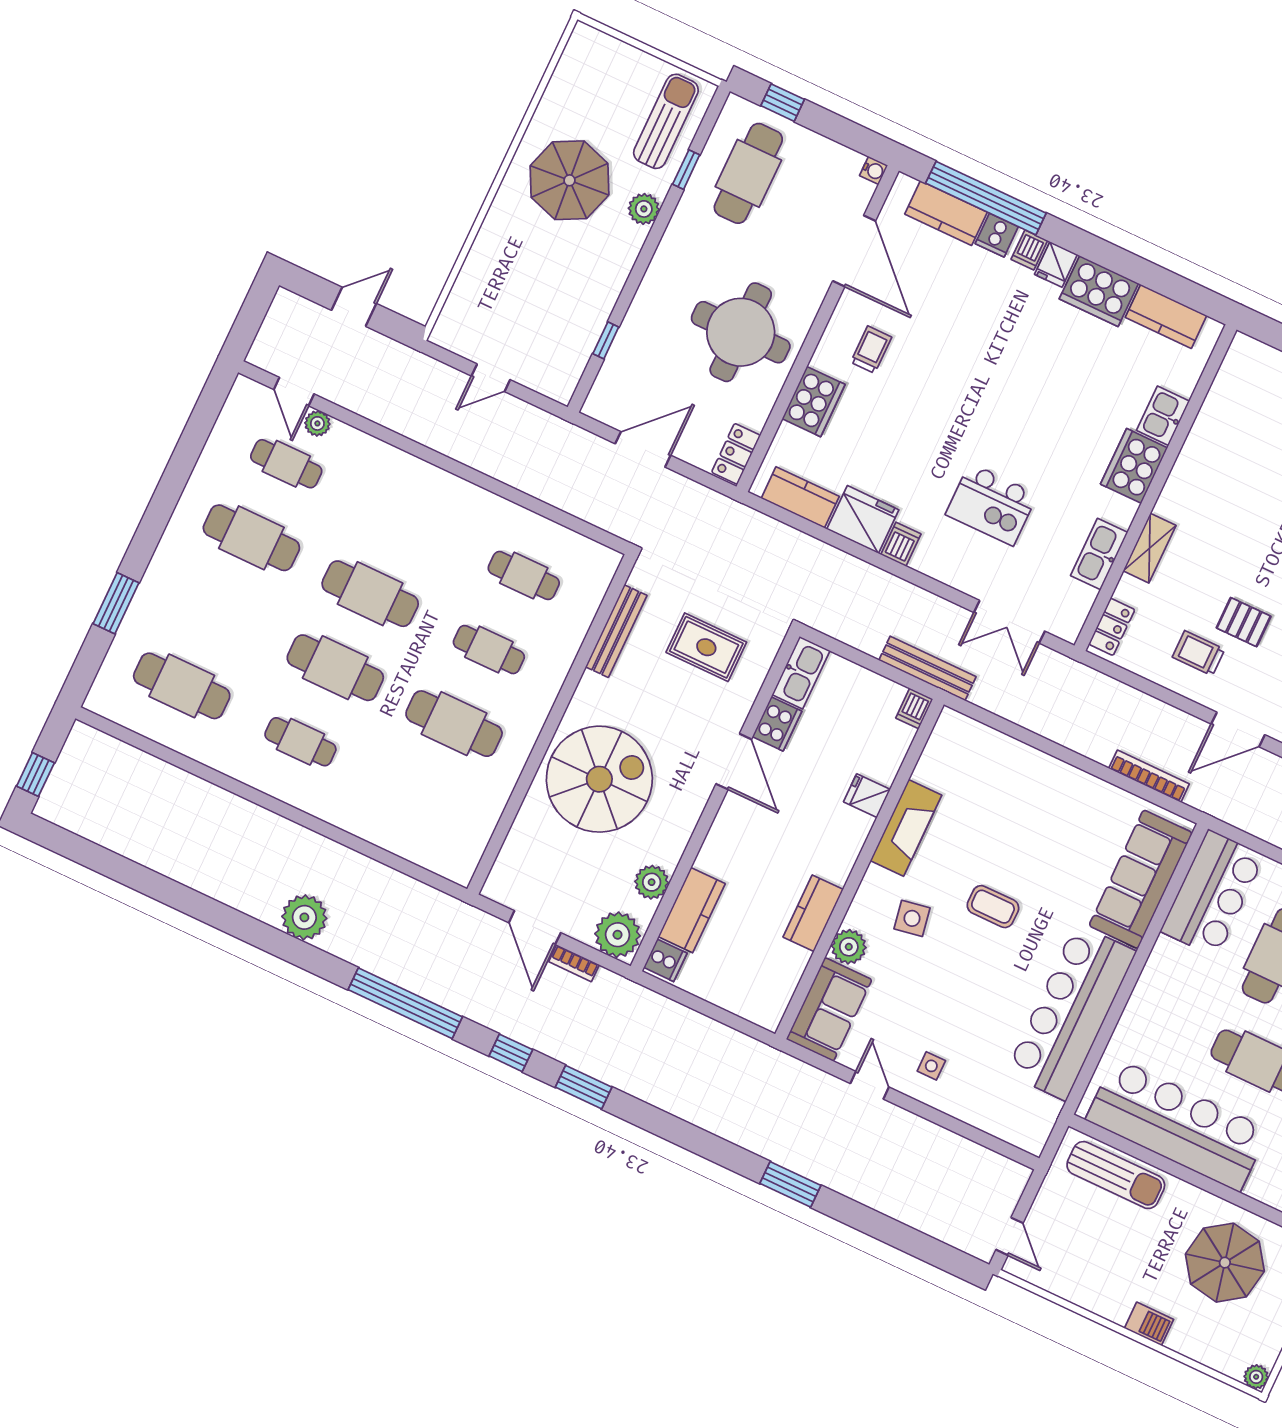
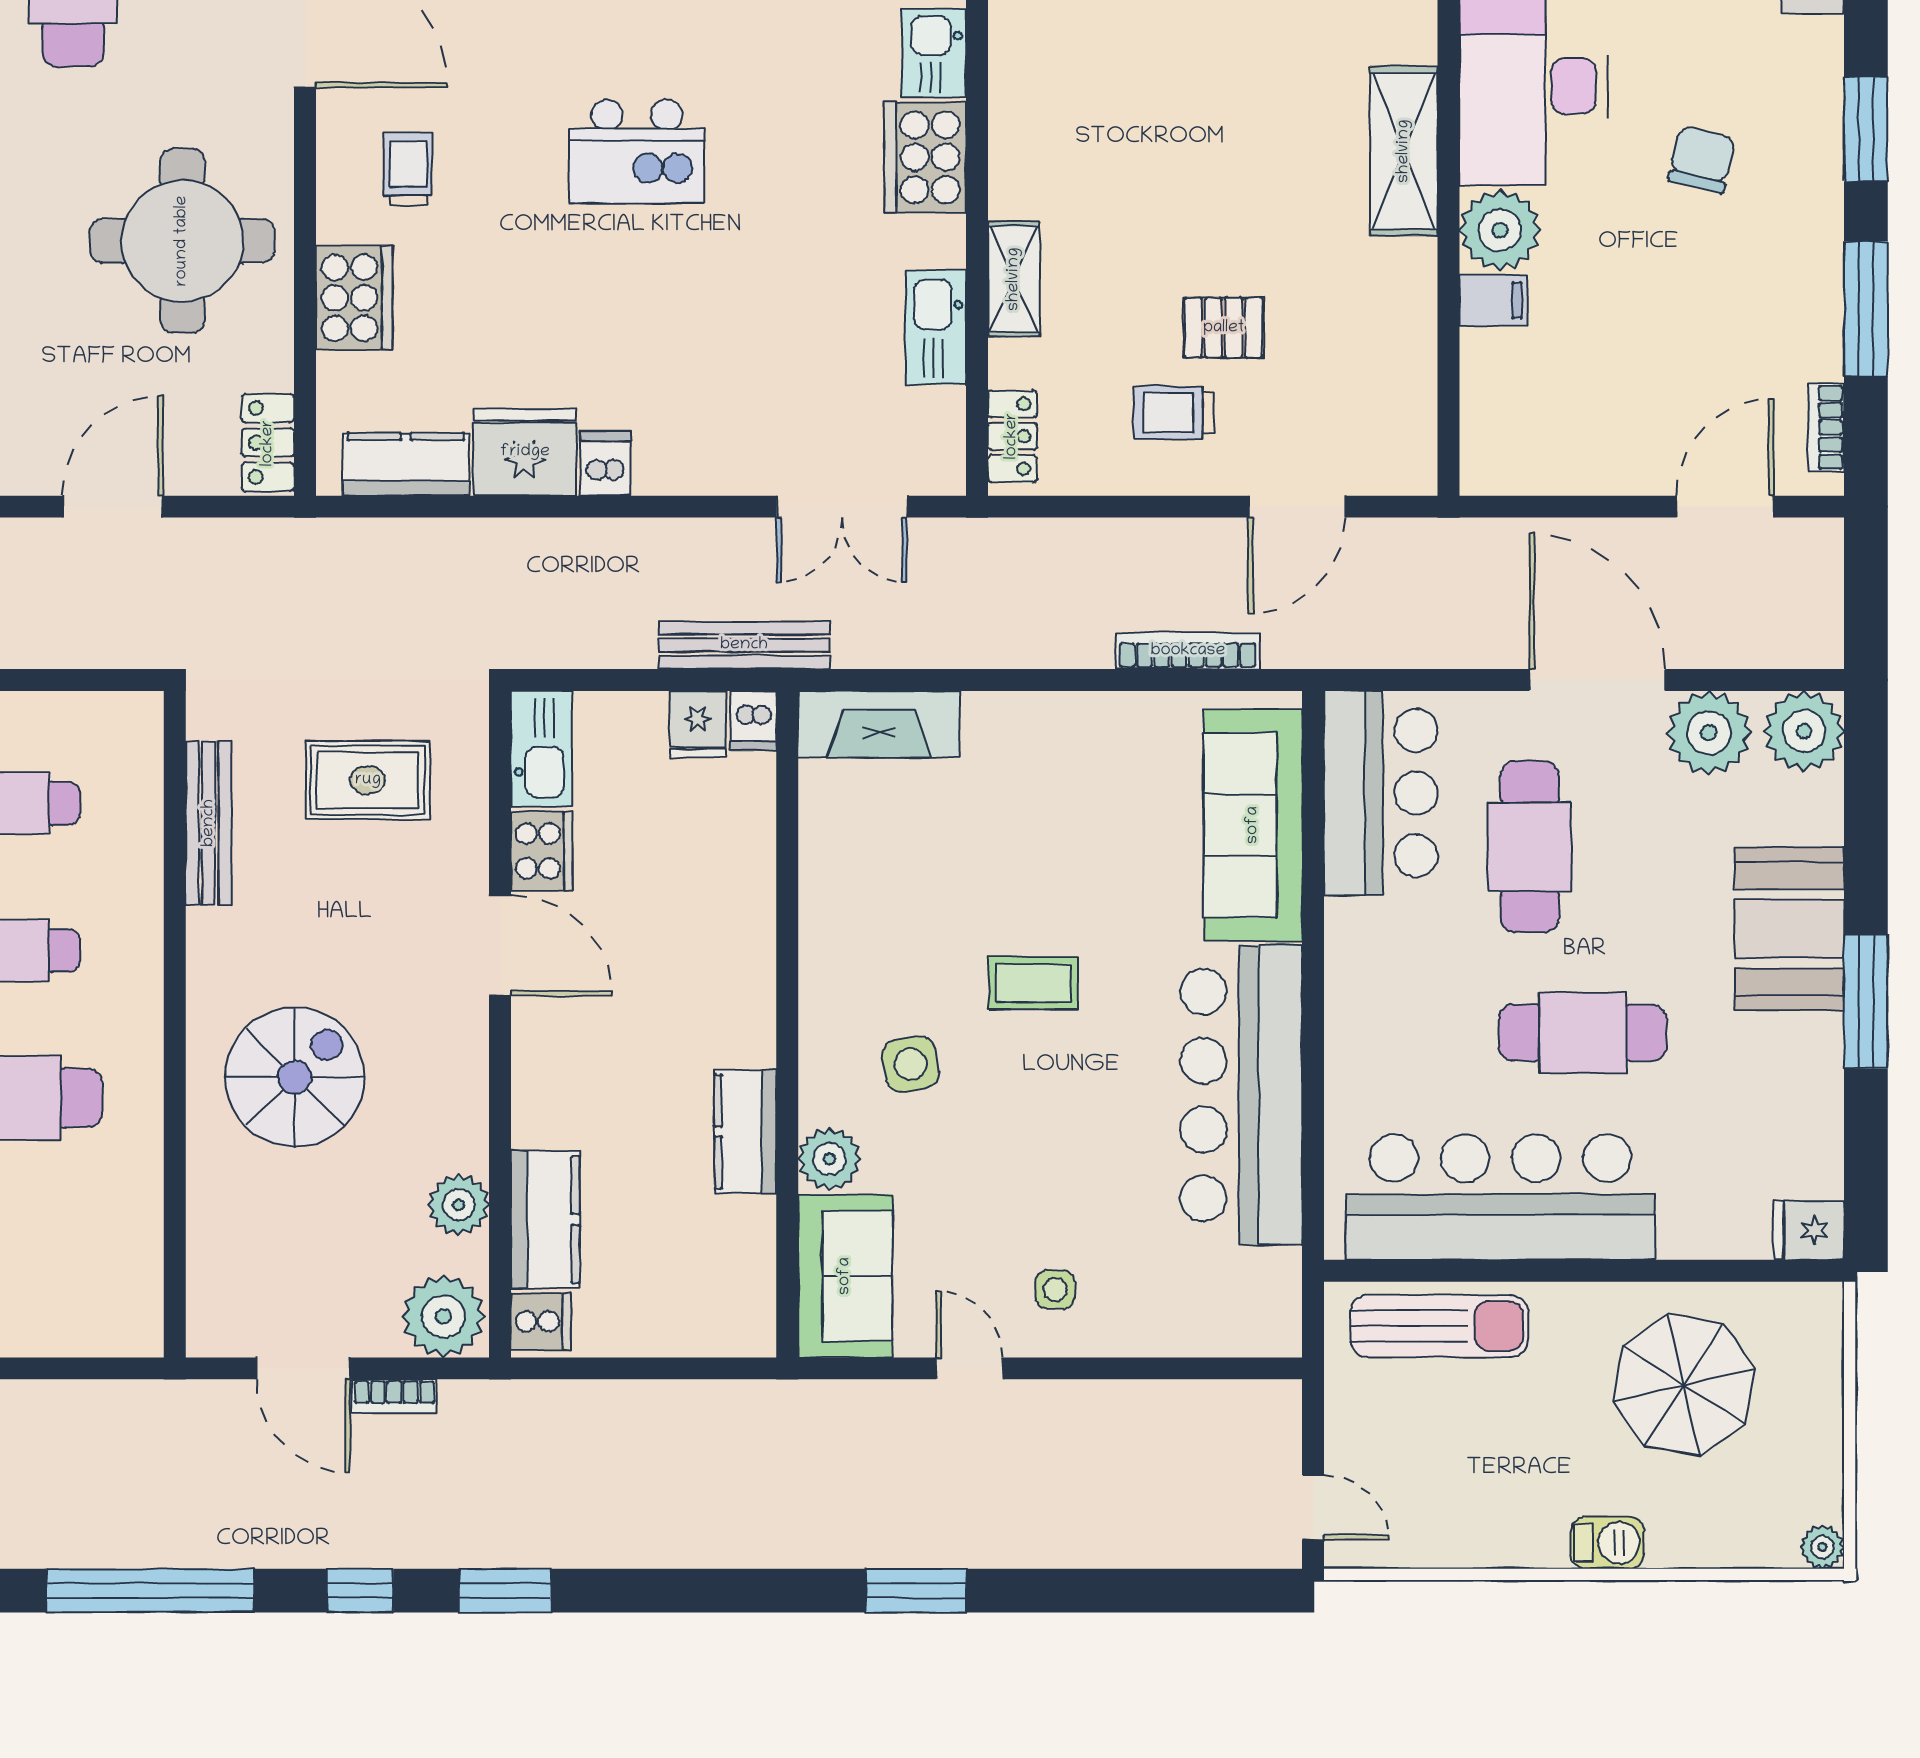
kitchen island: (991, 504) -> (637, 151), moved
spiral stairs: (599, 779) -> (295, 1077), width x0.73, depth x0.73
fridge: (867, 796) -> (698, 724), moved, turned -90
fireplace: (906, 828) -> (879, 724), moved, turned 90

